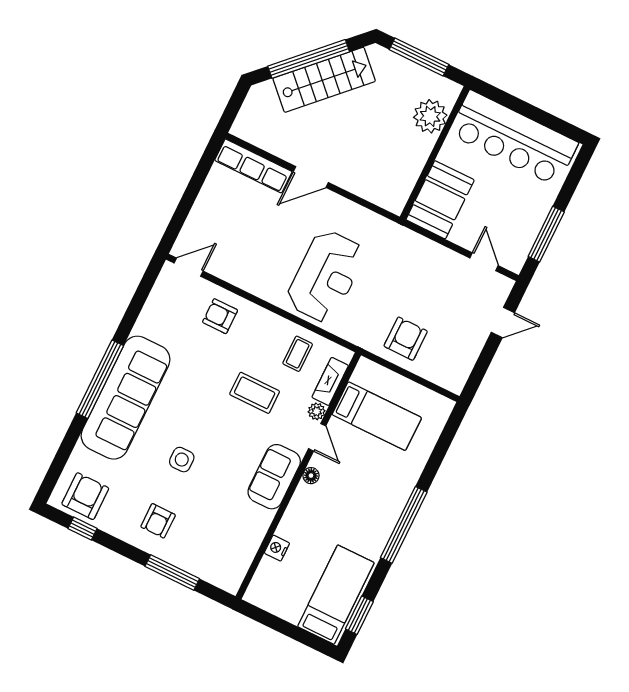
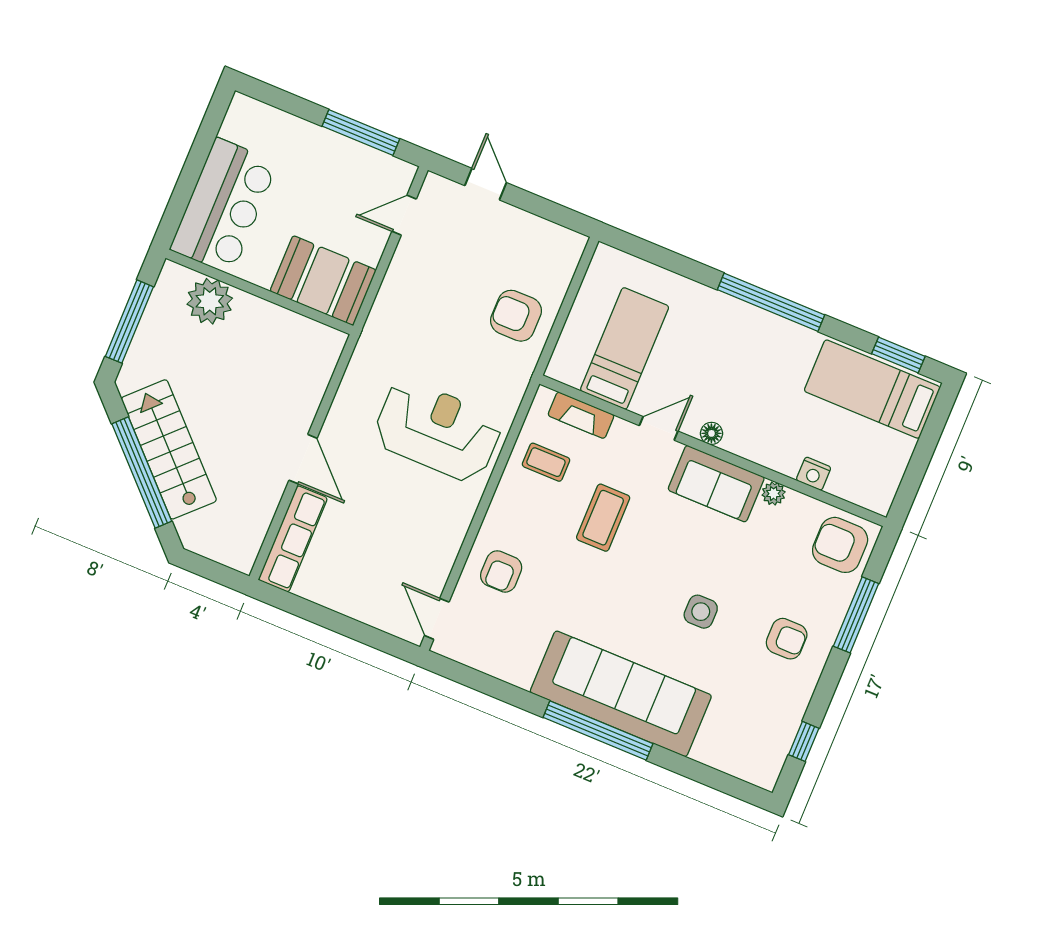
bar counter: (513, 138) -> (224, 206), width x0.73
plant: (317, 411) -> (774, 494), moved
armchair: (85, 496) -> (840, 545), moved

